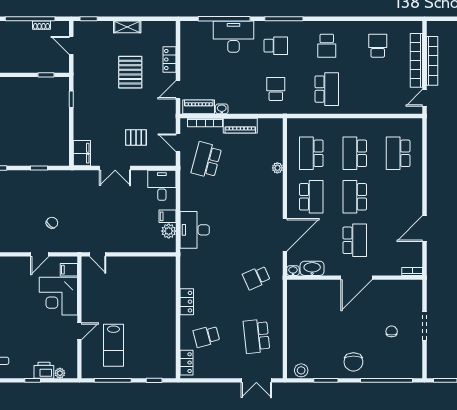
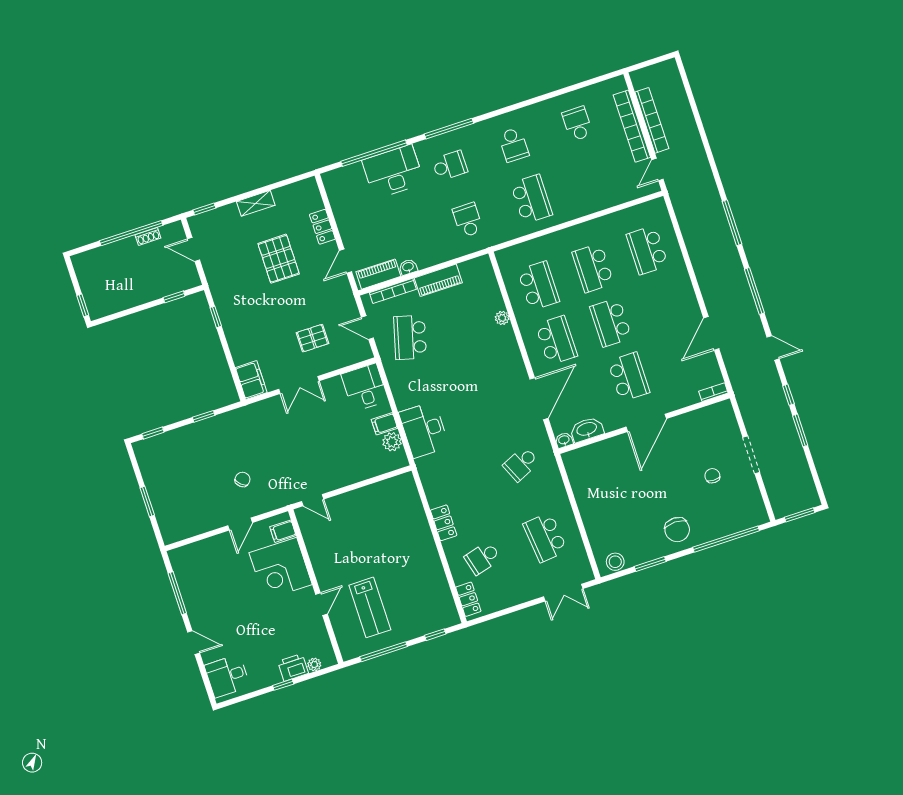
school desk: (311, 153) -> (539, 286), turned 180

